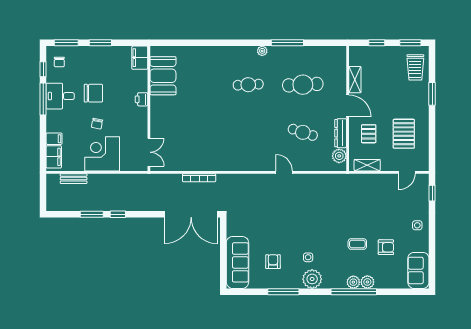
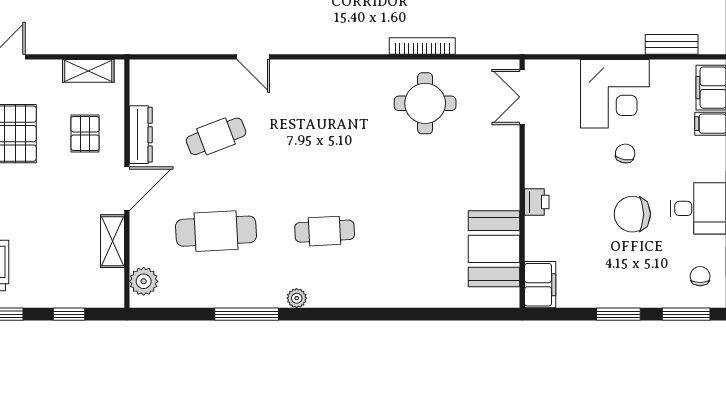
door: (348, 106) -> (127, 189), swing flipped
cafe table: (303, 132) -> (216, 136), turned -39
round table: (198, 149) -> (425, 103), added
plant: (339, 156) -> (144, 281), moved

